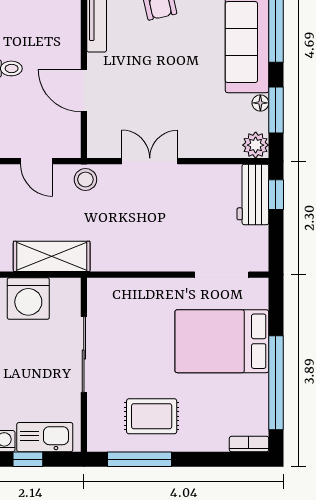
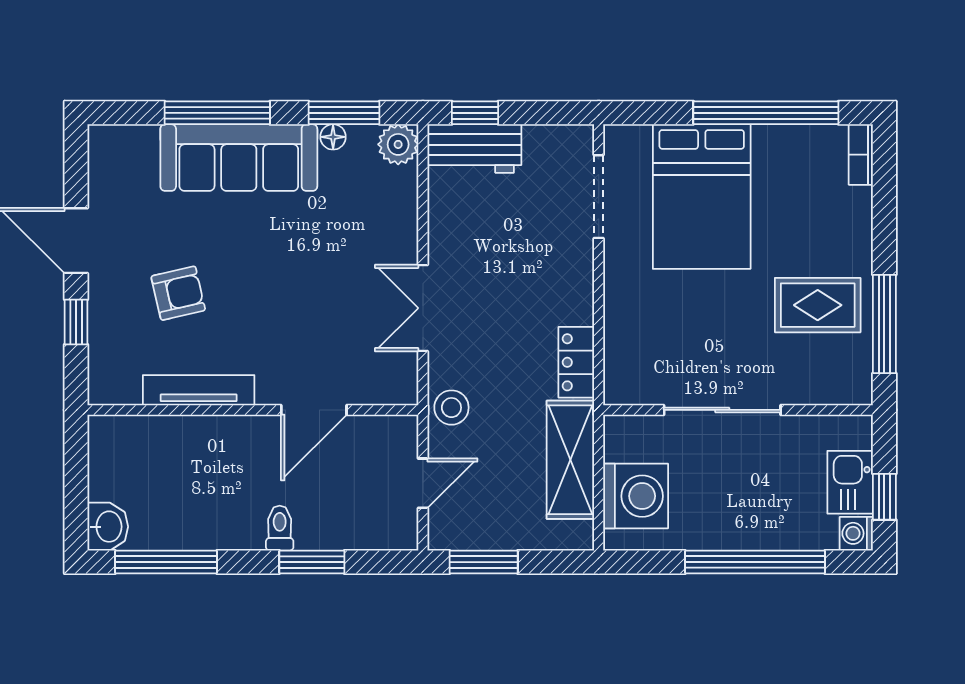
locker: (115, 260) -> (576, 362), added
rug: (152, 416) -> (818, 305), turned 90
kitchen sink: (45, 437) -> (850, 482), width x0.73

